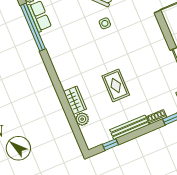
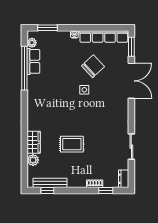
rug: (116, 85) -> (72, 144), turned 90
bench: (130, 127) -> (50, 183), moved

